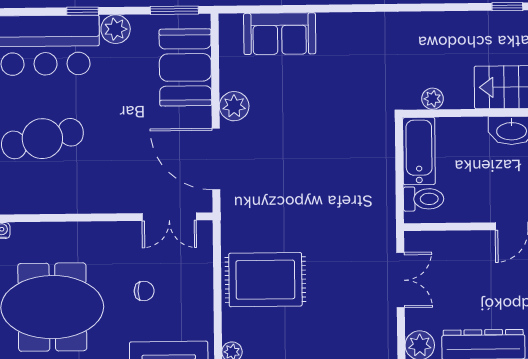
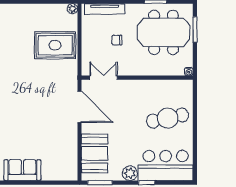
sofa: (280, 34) -> (22, 170), moved
plant: (234, 106) -> (70, 134), removed

